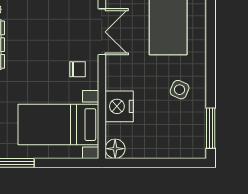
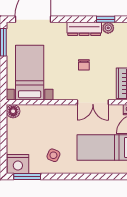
chair: (78, 69) -> (84, 65), moved
nightstand: (119, 106) -> (18, 164), moved, turned 180

